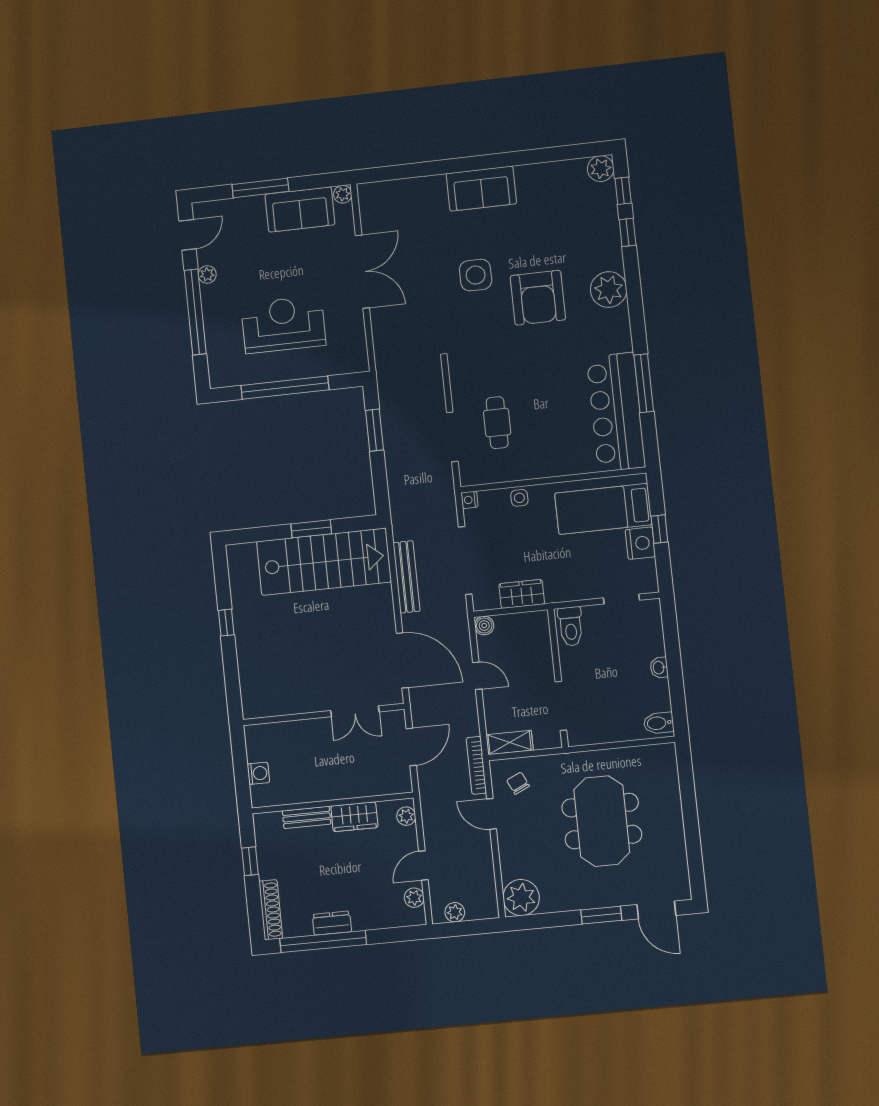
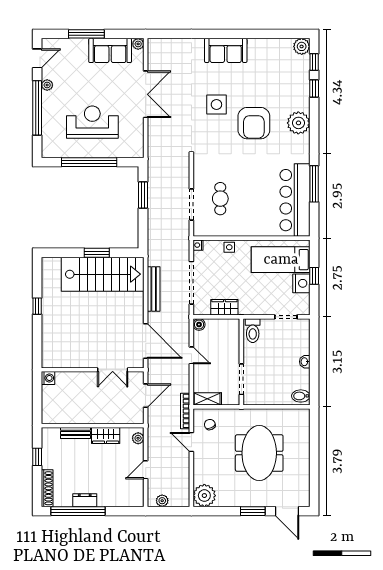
washing machine: (258, 773) -> (48, 378), moved
plant: (414, 898) -> (138, 489), removed

